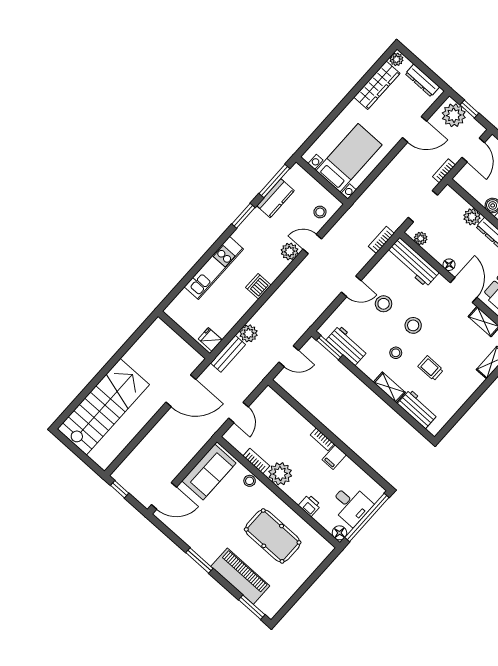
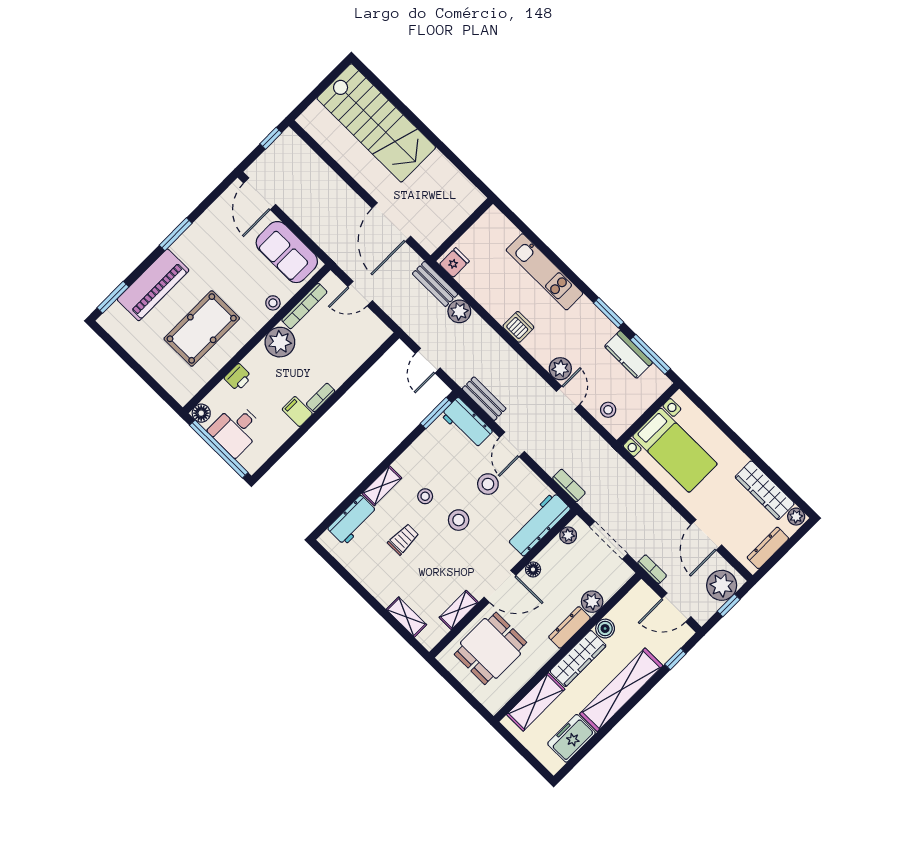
bench: (316, 310) -> (484, 399), added
workbench: (347, 345) -> (467, 423), moved, turned 90
bookcase: (256, 461) -> (304, 306), width x1.56

